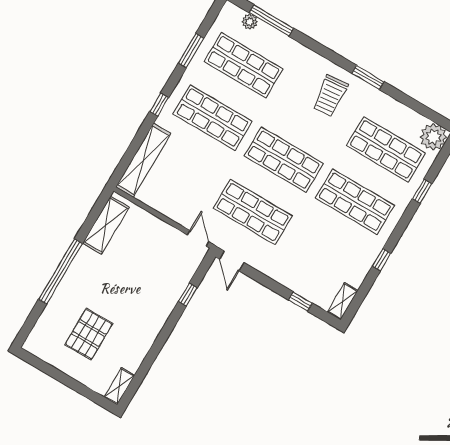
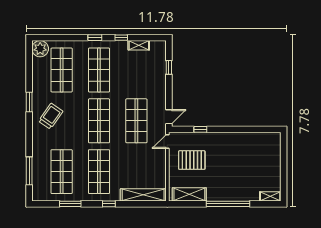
plant: (250, 22) -> (37, 182), removed
trolley: (330, 96) -> (51, 116), turned -49
window: (422, 191) -> (95, 38), moved
shelving: (343, 301) -> (139, 45), moved
pallet: (89, 334) -> (192, 160), moved
shelving: (119, 386) -> (270, 196), moved

